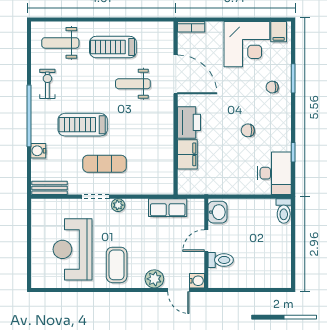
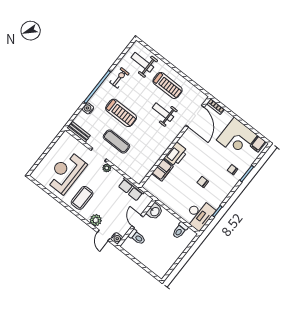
treadmill: (113, 47) -> (168, 85), turned 180
door: (176, 74) -> (195, 116), moved
treadmill: (83, 125) -> (121, 113), turned 180
toilet: (284, 211) -> (180, 230), moved
door: (206, 241) -> (137, 221), hinge flipped

